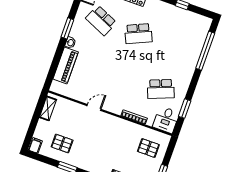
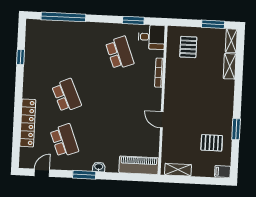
school desk: (101, 20) -> (64, 141), turned -45
piano: (66, 66) -> (139, 165), moved
pallet: (62, 144) -> (212, 143), turned 90

